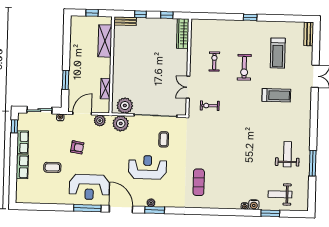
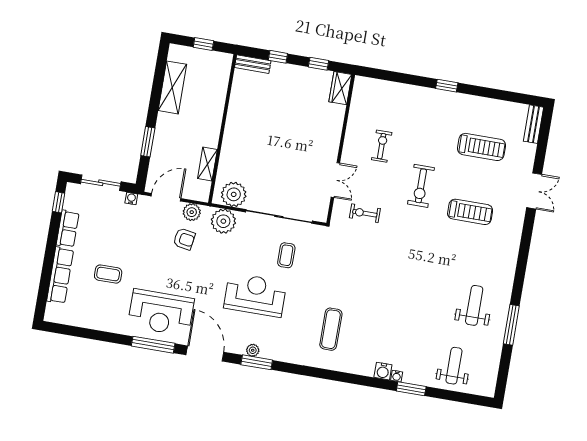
wardrobe: (183, 33) -> (340, 88), width x0.67
shelving: (105, 41) -> (172, 87), moved
treadmill: (278, 53) -> (481, 147), turned -90
exercise bike: (244, 67) -> (421, 186), moved
double door: (188, 87) -> (335, 180), swing flipped
armchair: (77, 147) -> (184, 239), moved
row of seats: (22, 167) -> (60, 275), width x1.48
weight bench: (280, 194) -> (454, 366), turned 90
water cooler: (254, 205) -> (383, 371), moved
window: (270, 213) -> (411, 389), moved

